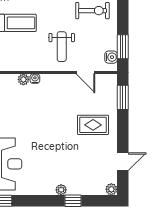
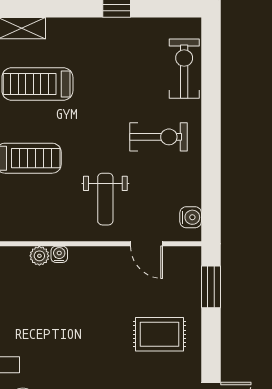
window: (123, 47) -> (211, 199), removed

